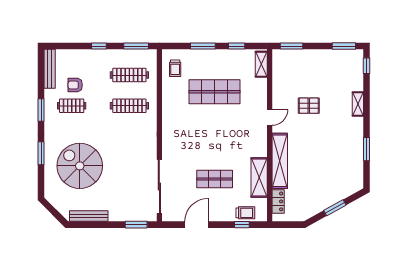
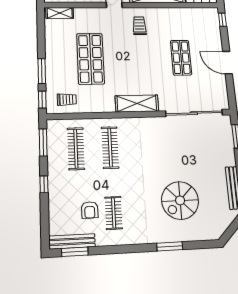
window: (237, 46) -> (42, 100), moved
window: (41, 110) -> (75, 252), moved
spiral stairs: (80, 166) -> (180, 200), width x0.73, depth x0.73
shelving: (259, 177) -> (137, 103), moved
trolley: (245, 213) -> (139, 26), moved
door: (196, 225) -> (227, 63), moved
window: (242, 225) -> (222, 20), moved

